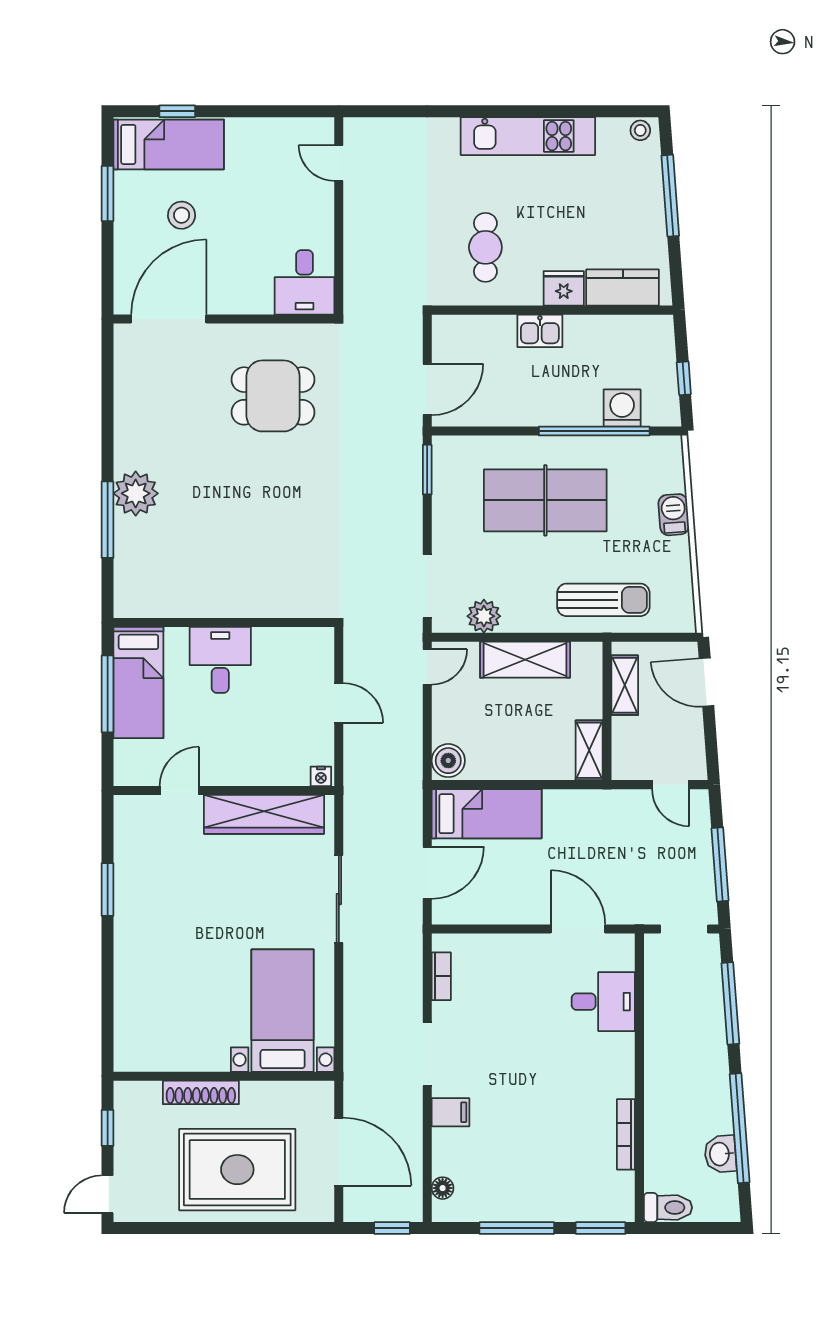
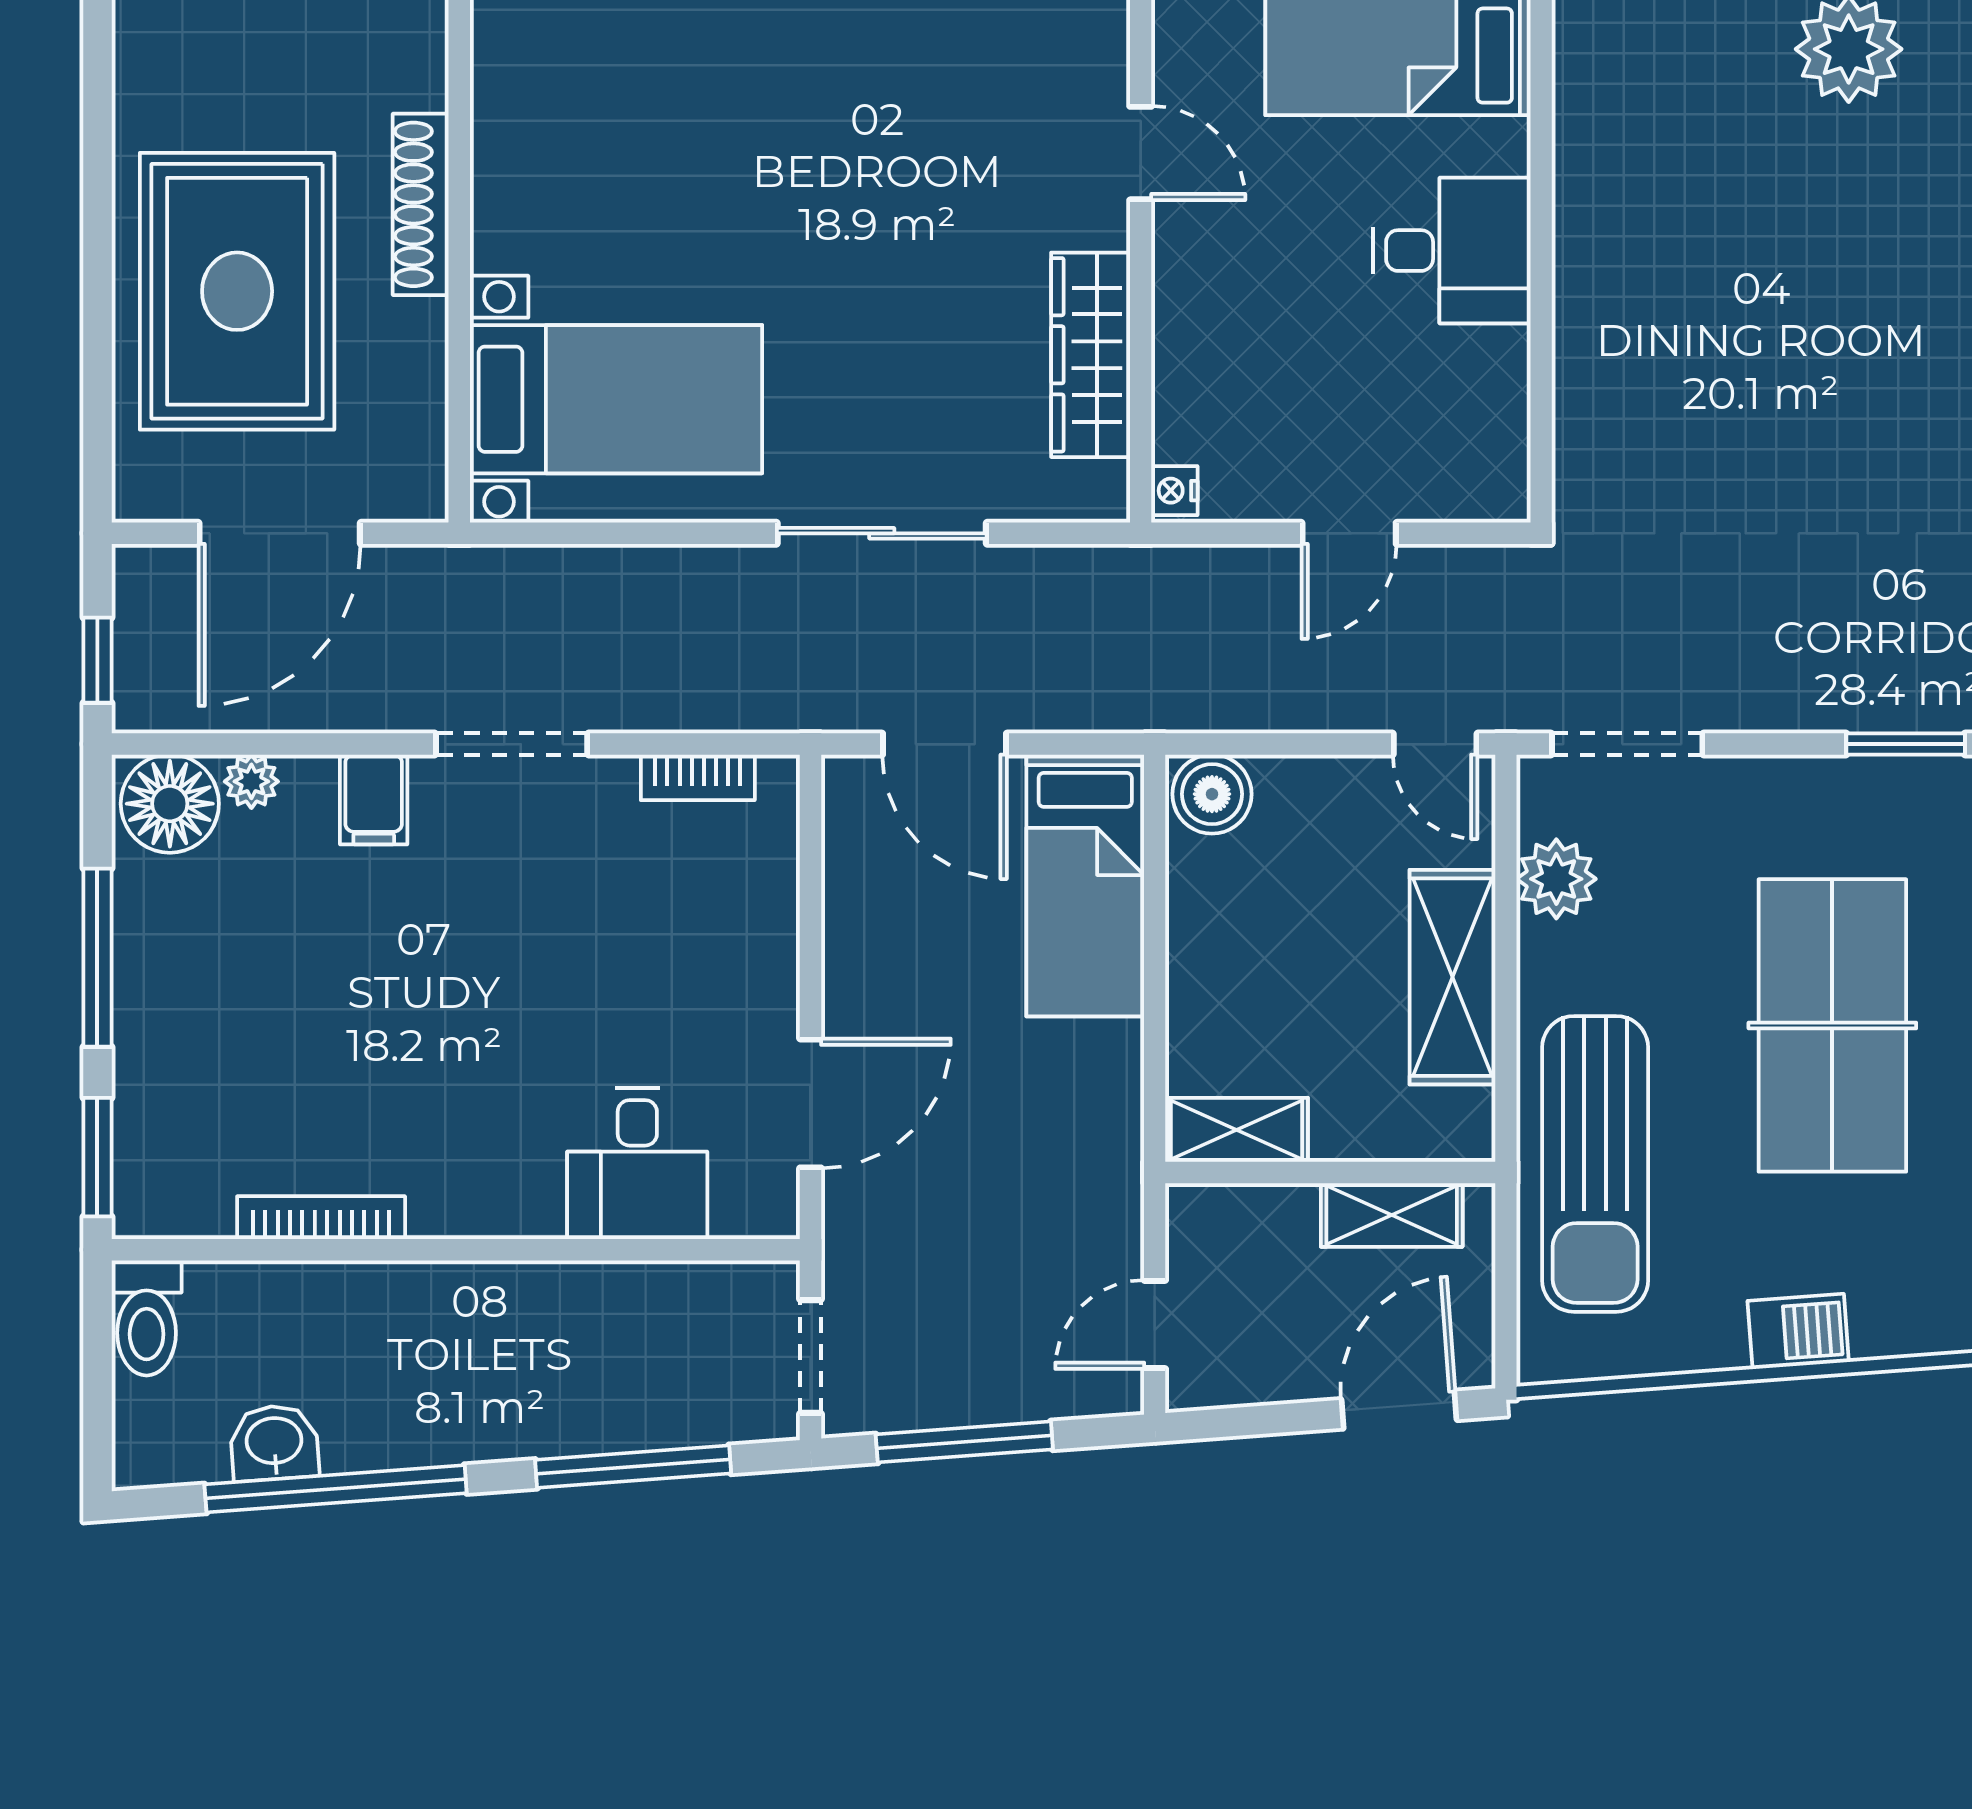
sun lounger: (603, 600) -> (1595, 1164), width x1.36, depth x1.34
wardrobe: (264, 814) -> (1091, 355), width x0.71, depth x0.85
plant: (443, 1164) -> (251, 781), added
floor lamp: (443, 1188) -> (170, 804), width x1.89, depth x1.89

